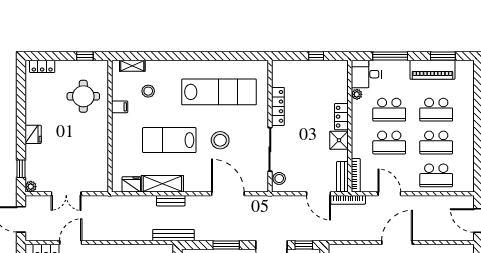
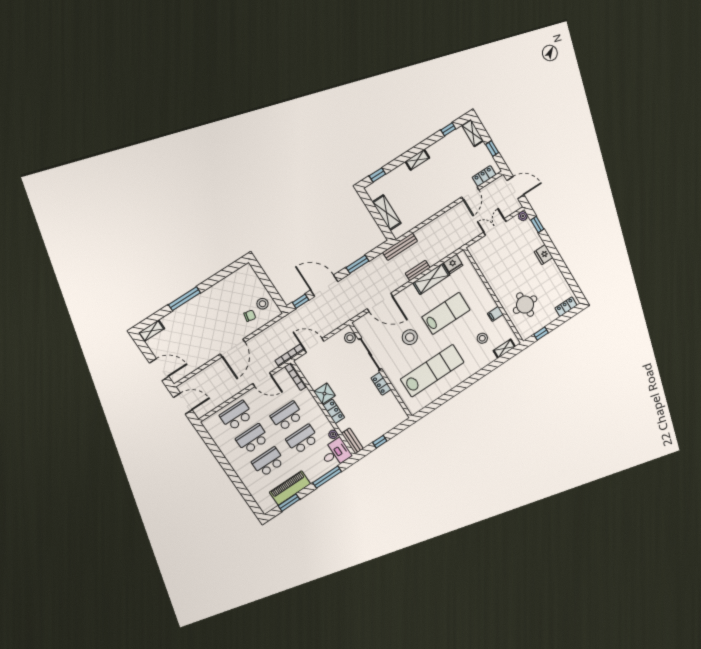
lab bench: (219, 92) -> (432, 371), turned 180
locker: (278, 106) -> (381, 384), width x0.66
bench: (342, 176) -> (352, 441), moved

